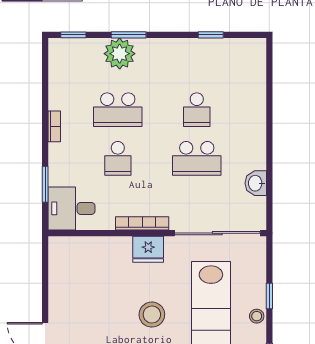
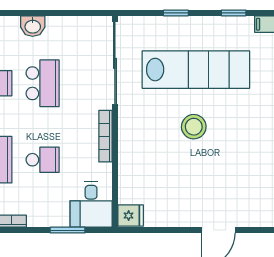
washbasin: (256, 183) -> (33, 26), moved
fridge: (148, 249) -> (131, 216), moved, width x0.72
stool: (257, 316) -> (195, 25), removed

